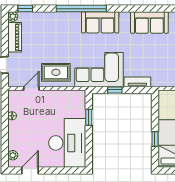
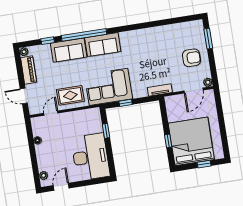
window: (25, 9) -> (48, 41), moved
sofa: (149, 23) -> (69, 50), moved
tv unit: (137, 82) -> (160, 90), moved

